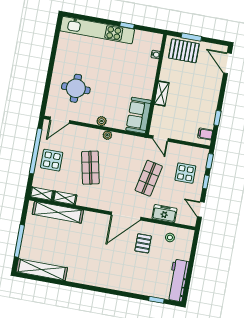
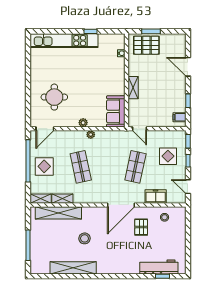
door: (227, 63) -> (188, 67), moved
stool: (81, 245) -> (85, 238), added
shelving: (42, 270) -> (73, 268), moved
workbench: (178, 280) -> (159, 267), moved, turned 90

